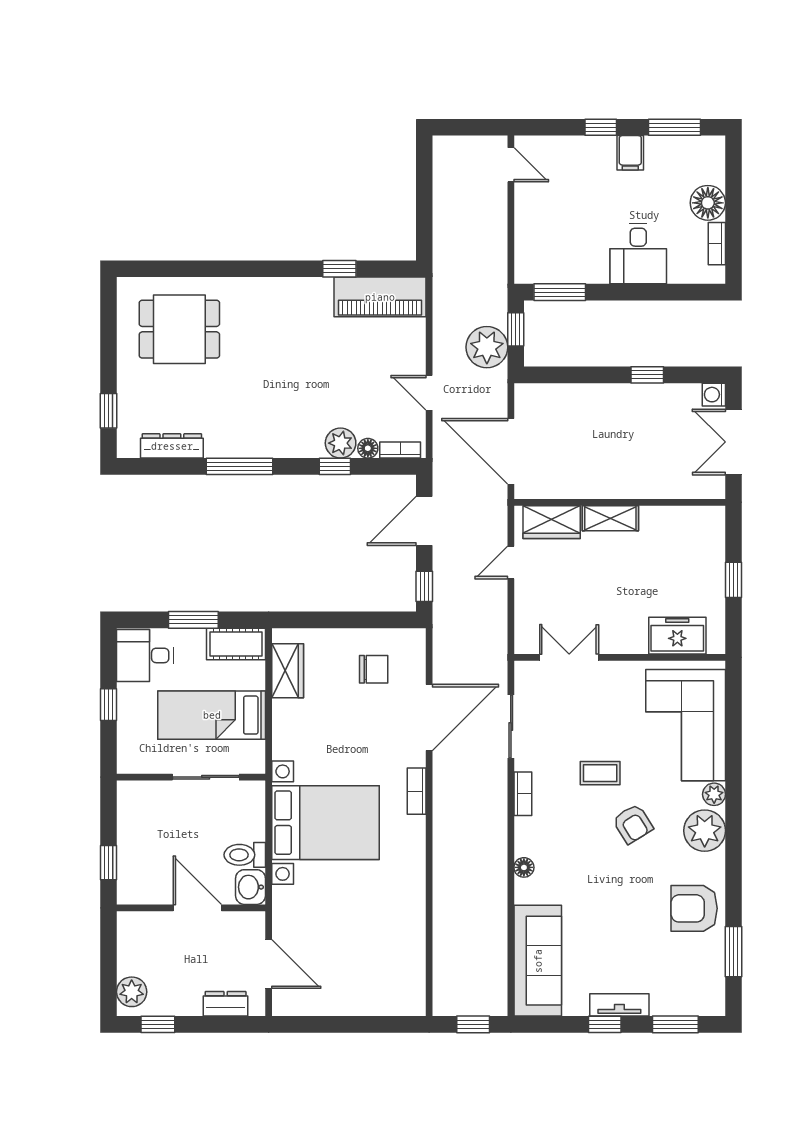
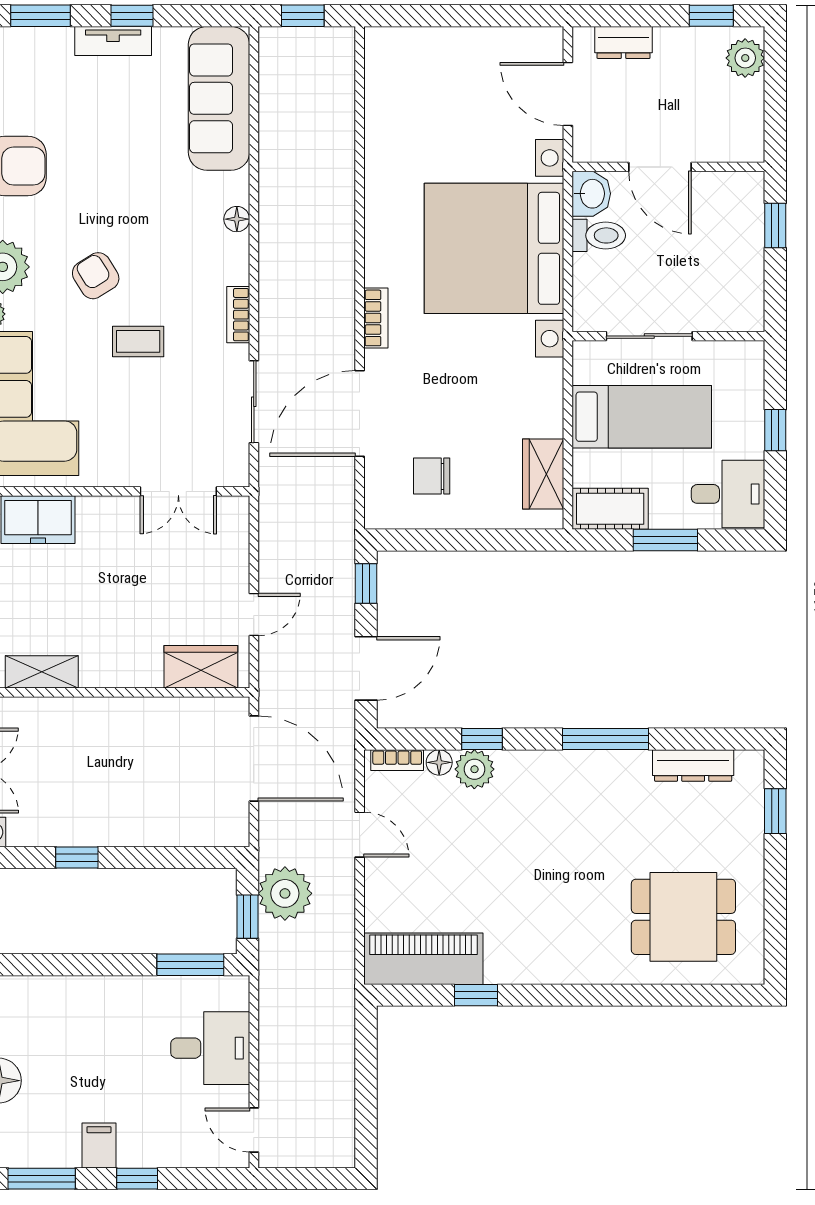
desk: (638, 254) -> (210, 1048), moved, turned 90
shelving: (610, 518) -> (42, 672), moved
bed with nightstands: (326, 823) -> (494, 248), width x1.36

